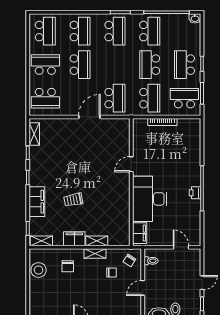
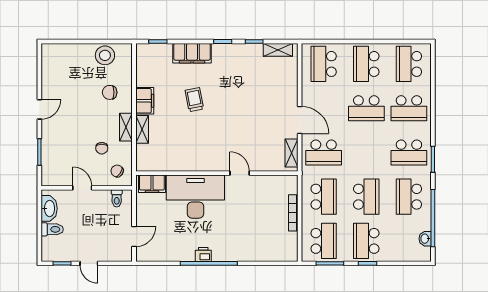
washbasin: (195, 18) -> (425, 239), moved
school desk: (45, 31) -> (409, 64), turned 90
school desk: (150, 31) -> (409, 197), turned 90
school desk: (45, 65) -> (366, 64), turned 180
school desk: (150, 65) -> (366, 197), turned 90
school desk: (184, 65) -> (366, 241), turned -90
school desk: (150, 98) -> (324, 197), turned -90
shelving: (41, 241) -> (292, 153), moved

